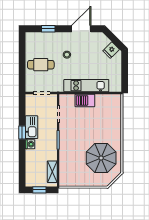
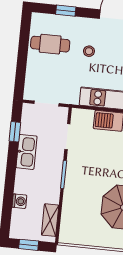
cafe table: (41, 65) -> (50, 44), moved
window: (22, 132) -> (15, 132), moved
washing machine: (30, 144) -> (19, 201), moved

